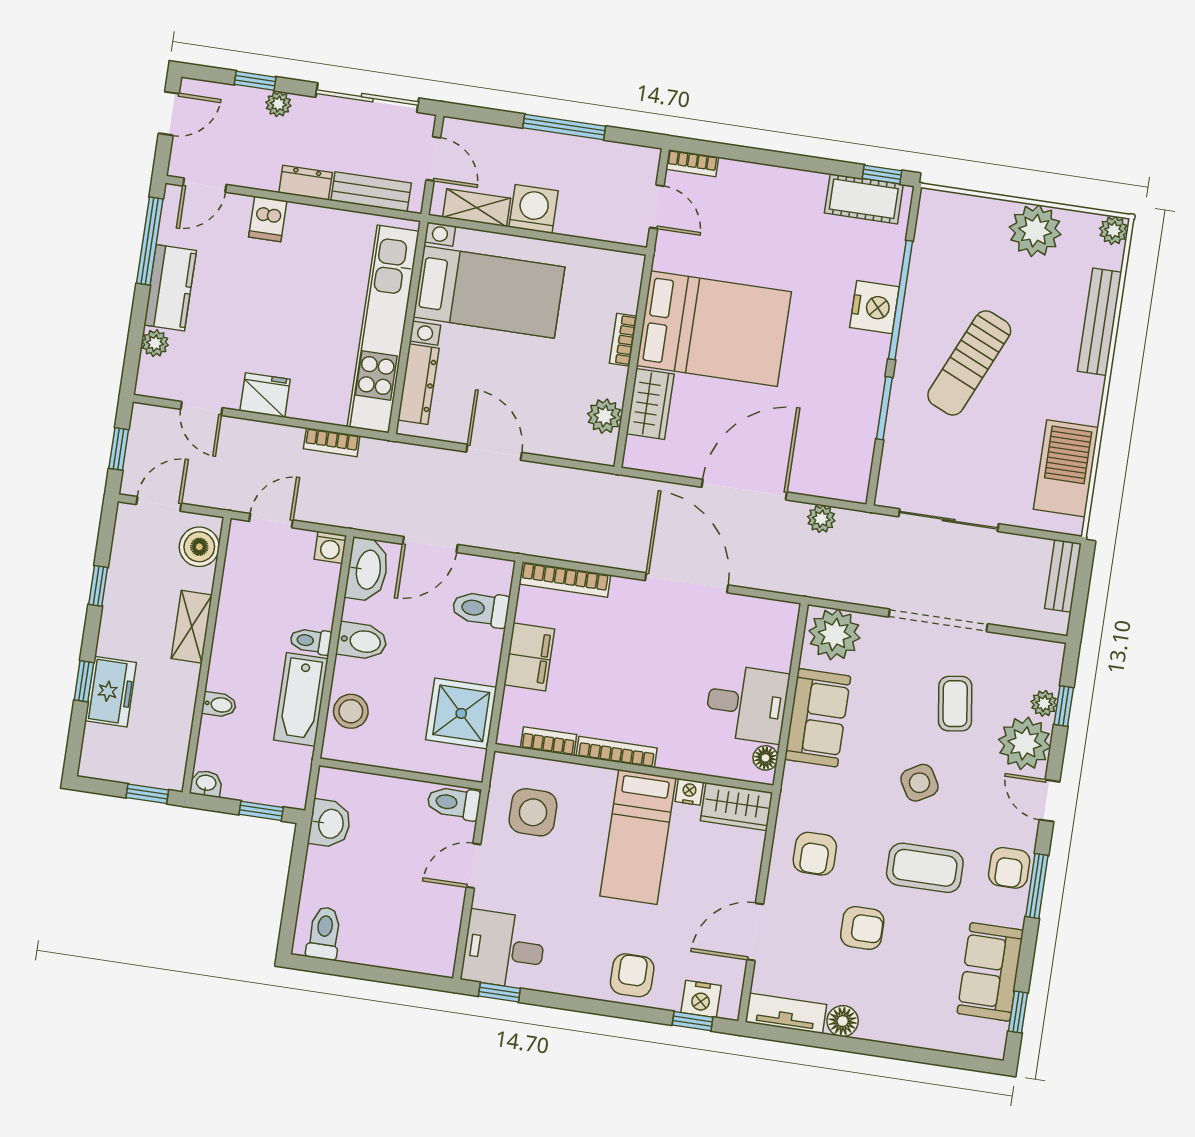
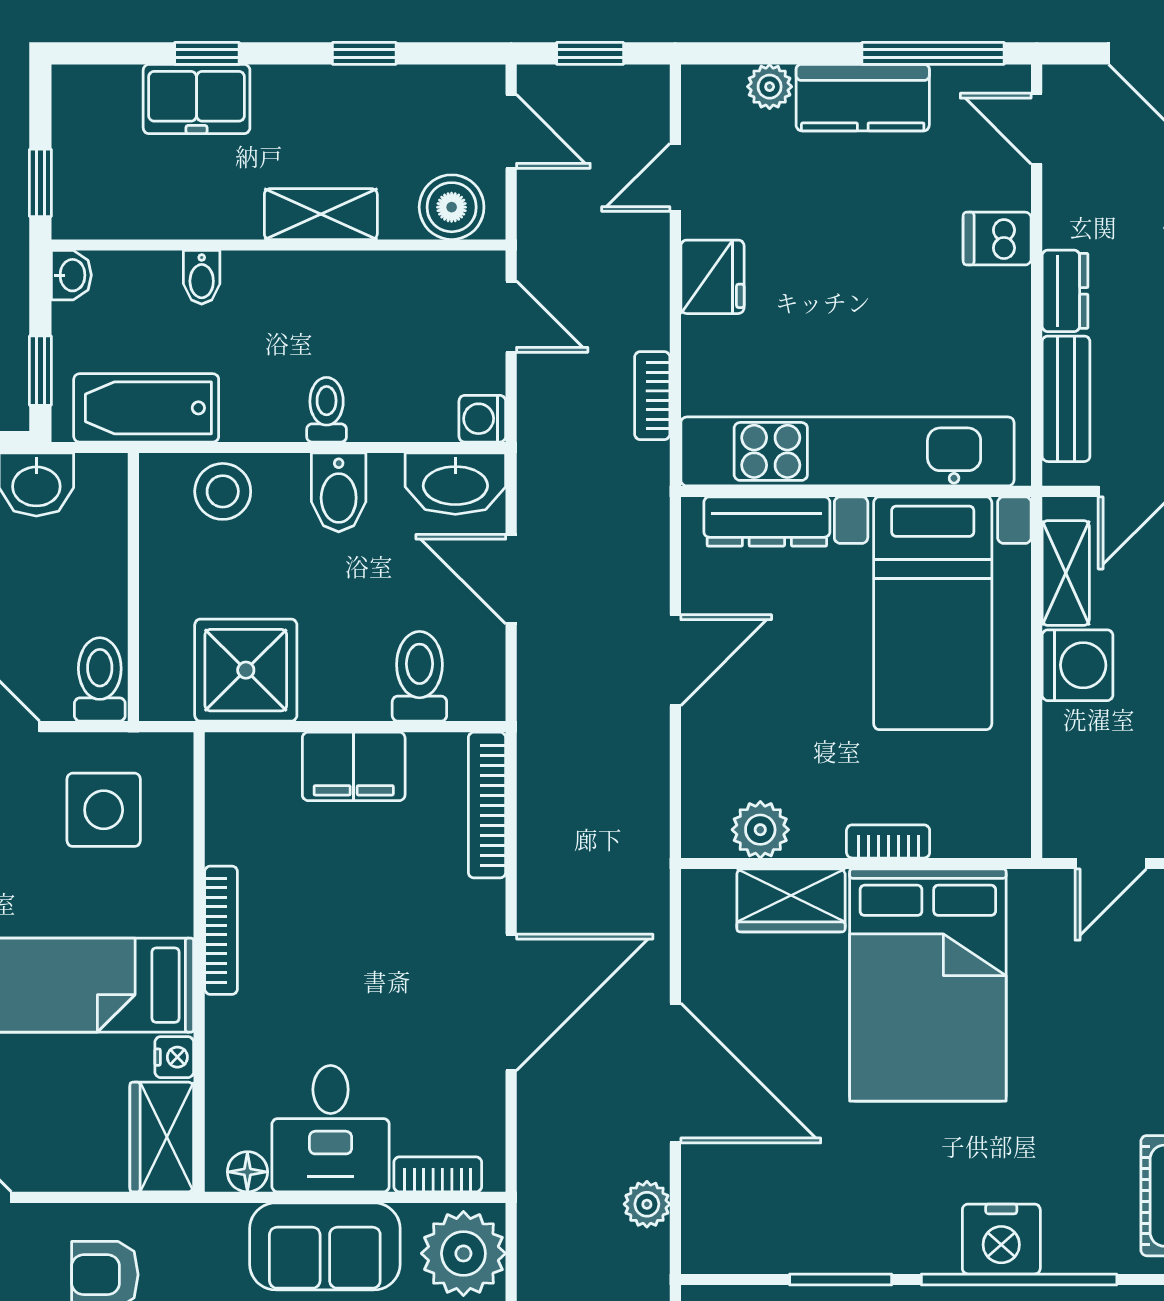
bathtub: (301, 699) -> (146, 408), moved
bookcase: (549, 741) -> (438, 1174), moved, turned -90

